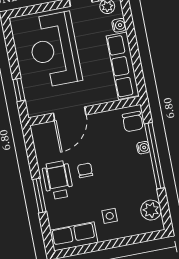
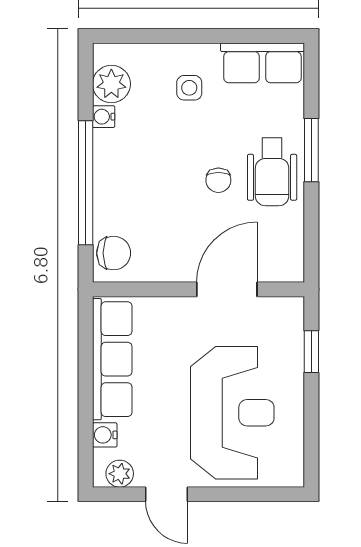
chair: (133, 122) -> (114, 253), turned 90
water cooler: (143, 148) -> (104, 117), moved

